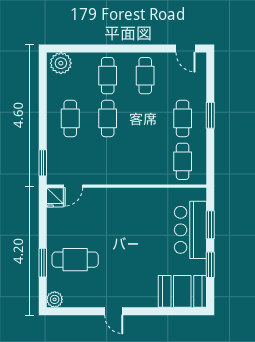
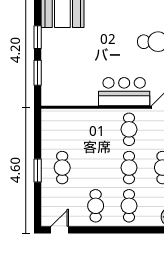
door: (186, 49) -> (60, 230), hinge flipped
cafe table: (183, 161) -> (129, 129), moved
bar counter: (190, 230) -> (124, 92), moved, turned -90

